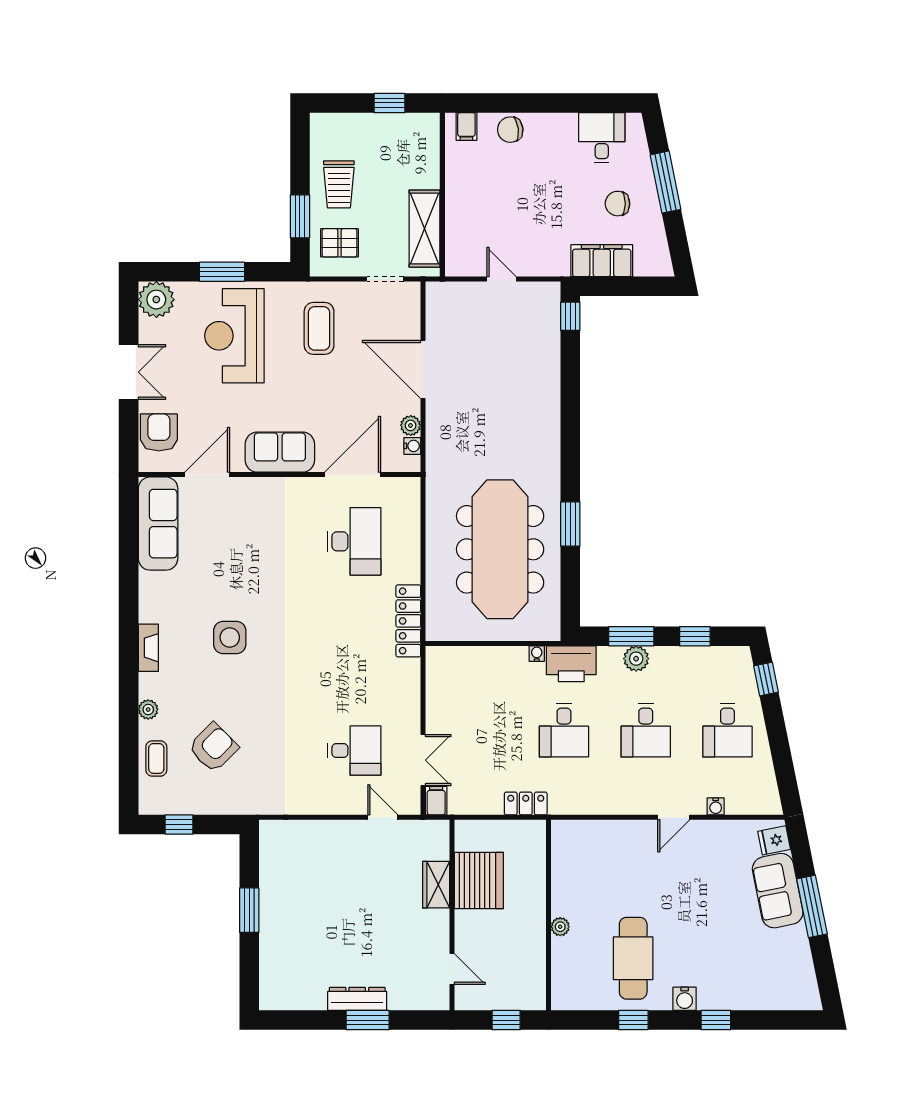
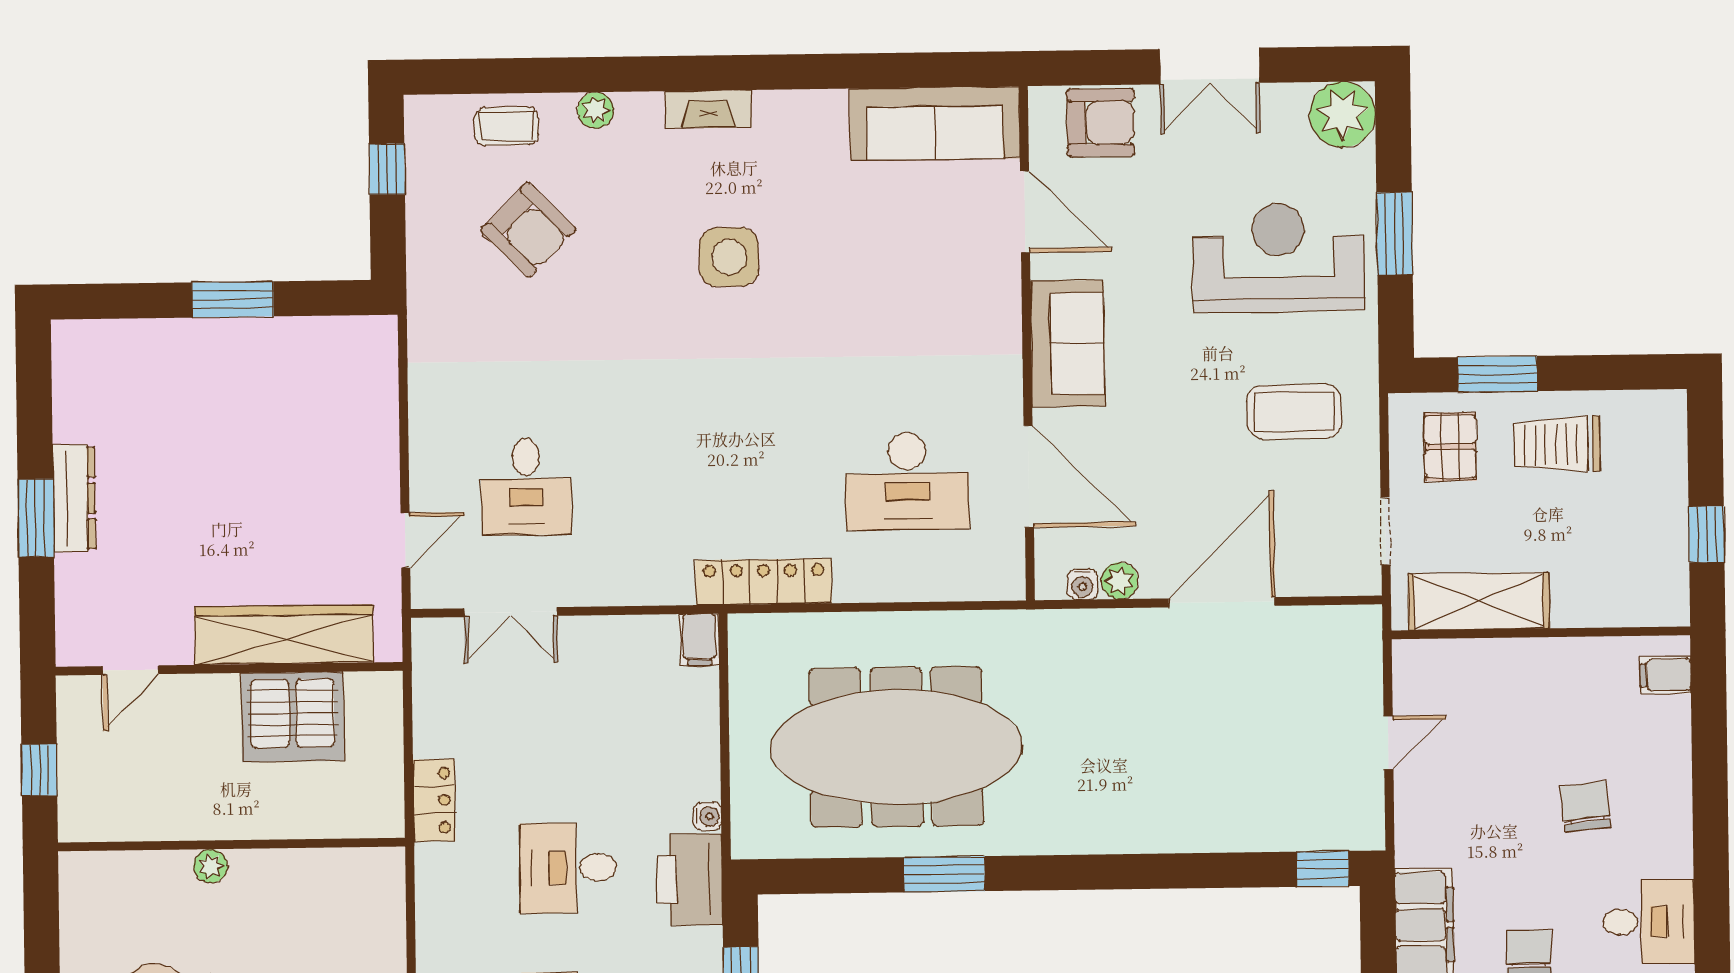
chair: (510, 130) -> (1585, 806), moved
filing cabinet: (436, 801) -> (699, 640), moved, turned 90
wardrobe: (436, 885) -> (284, 635), width x2.10, depth x1.17

